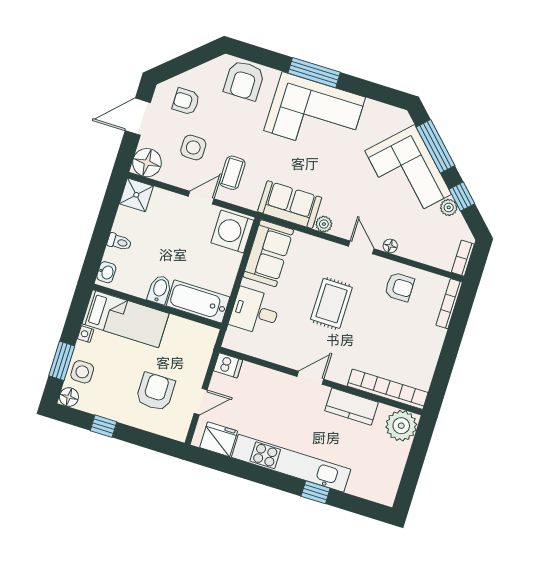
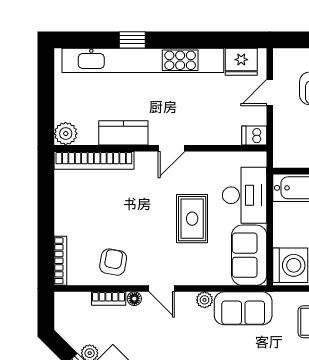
bookcase: (463, 258) -> (109, 298), moved, turned 90
armchair: (399, 287) -> (113, 262), turned 100
rug: (331, 303) -> (192, 219), moved
desk: (255, 311) -> (245, 195), width x1.37
plant: (401, 426) -> (66, 134), width x0.73, depth x0.73
kitchen unit: (291, 463) -> (143, 60), width x1.36

